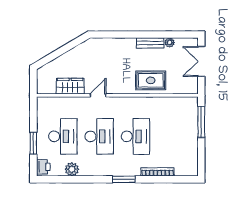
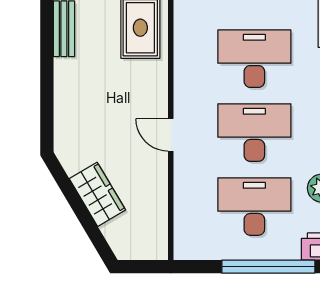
wardrobe: (70, 86) -> (97, 194), moved, turned 149
window: (33, 143) -> (268, 267), width x2.11

